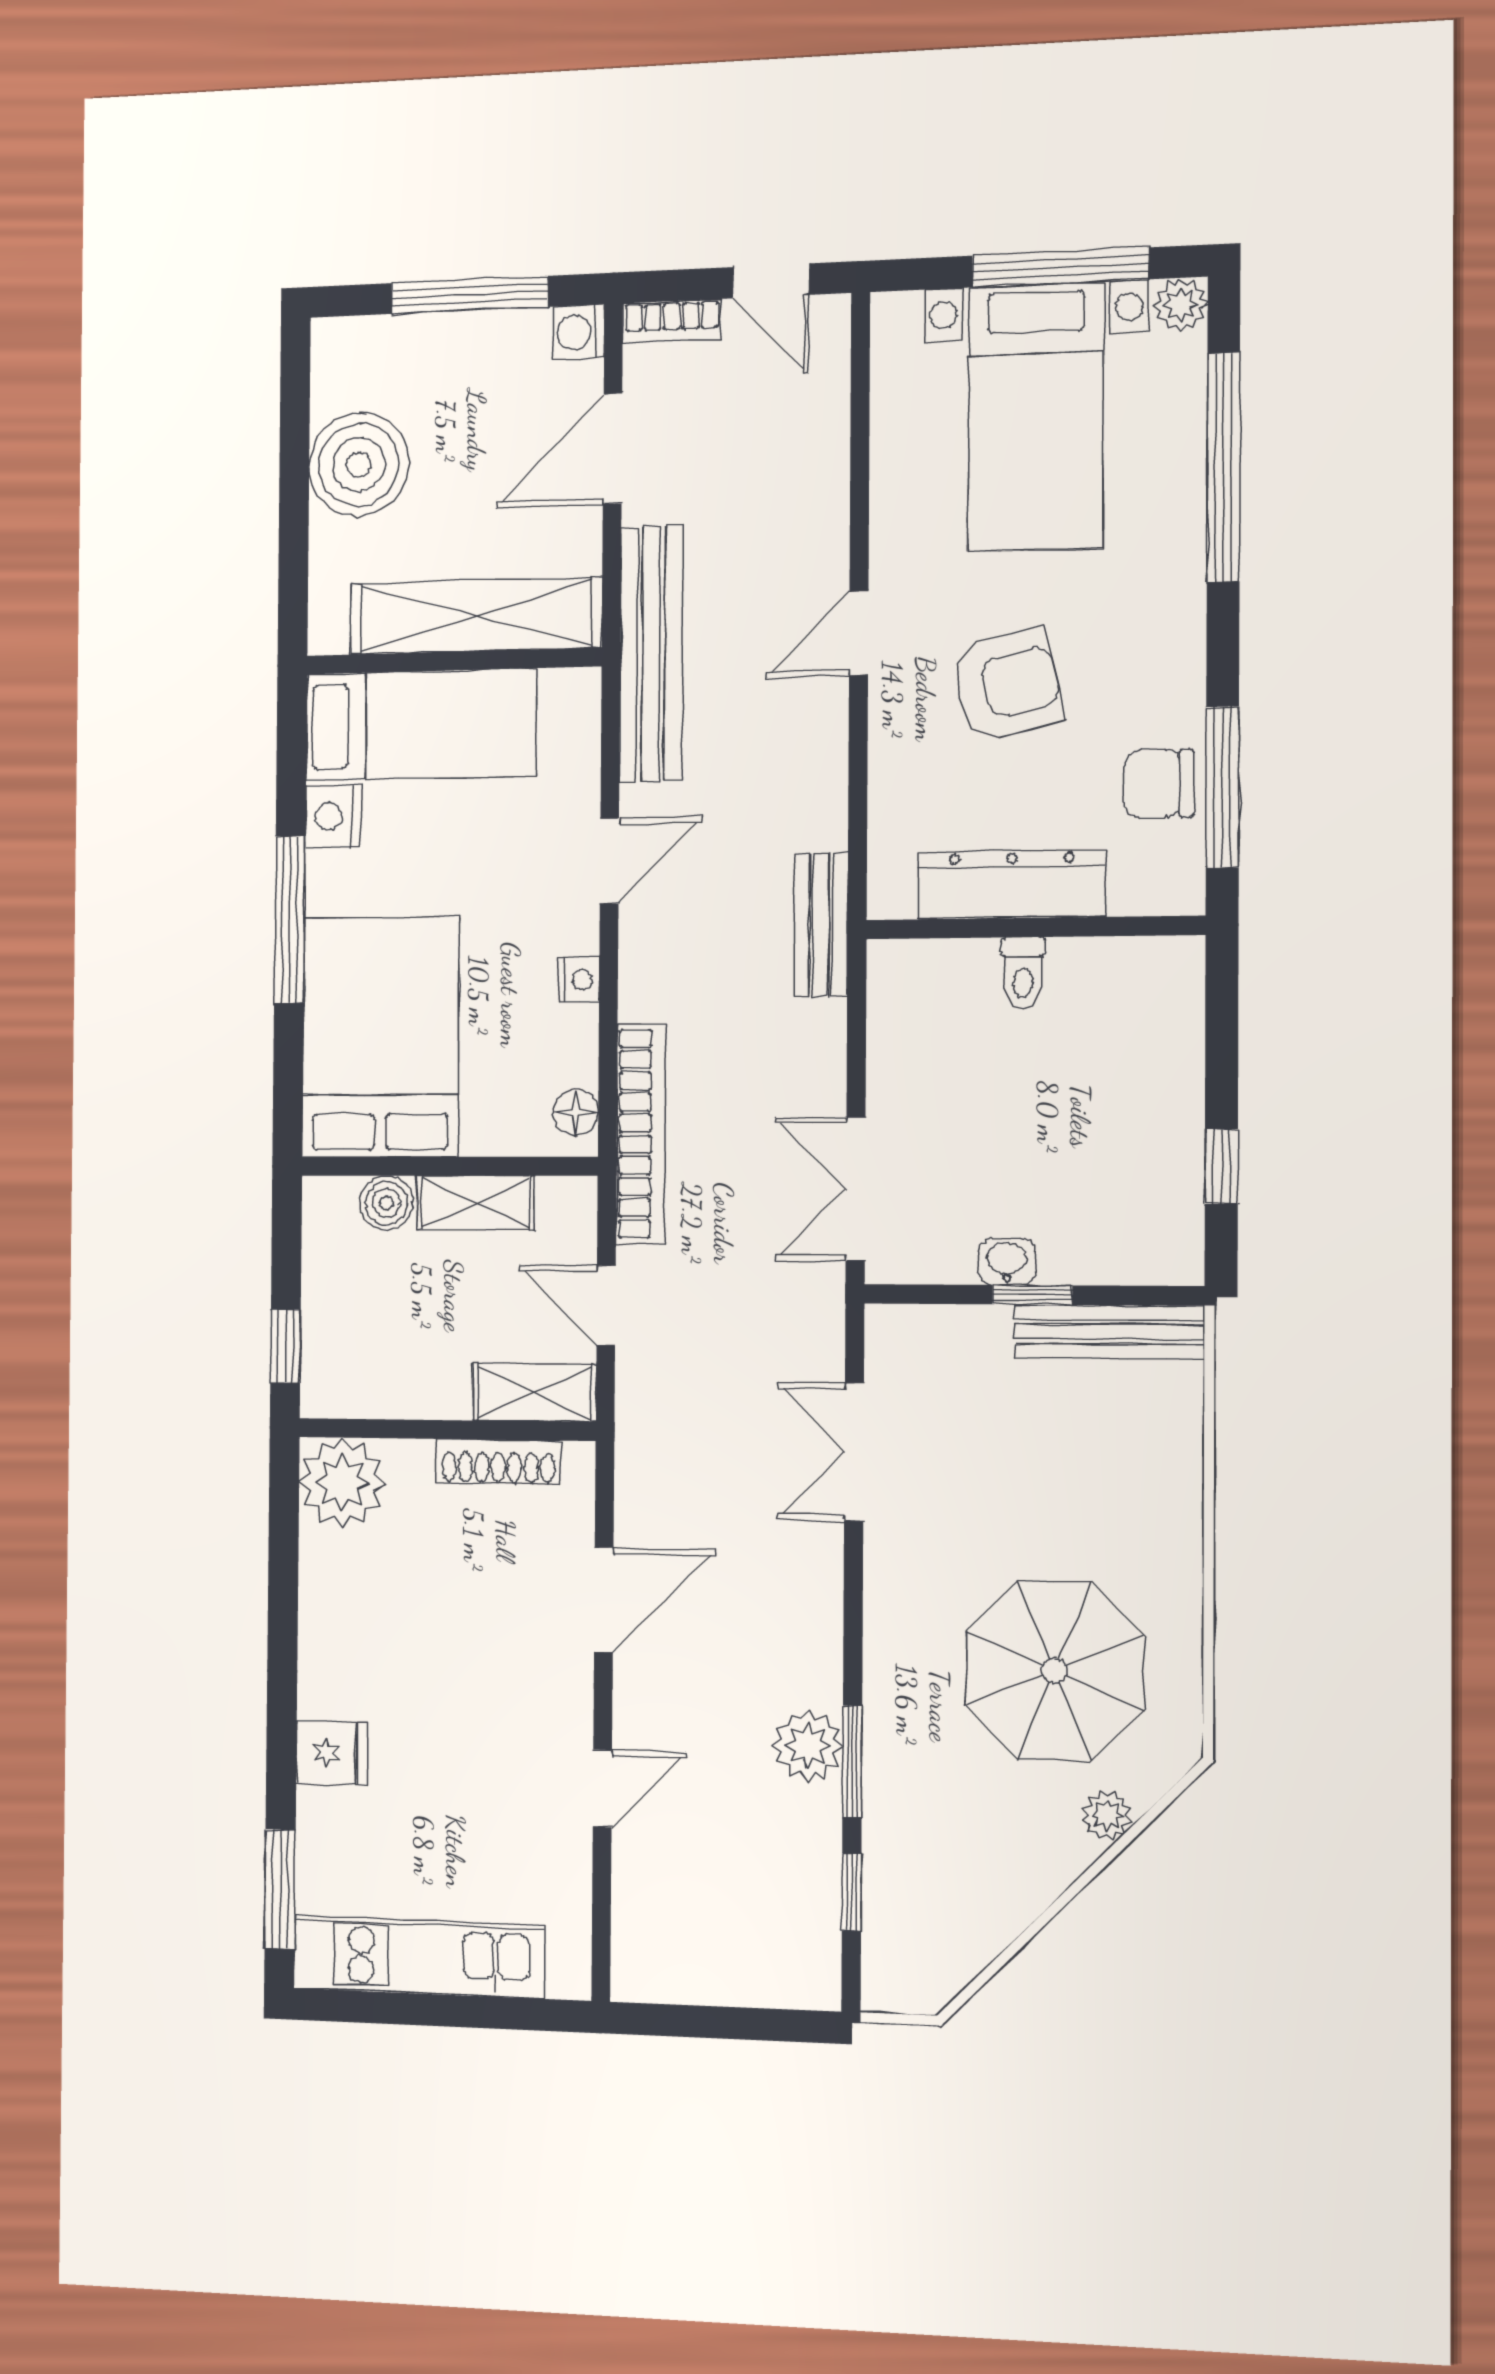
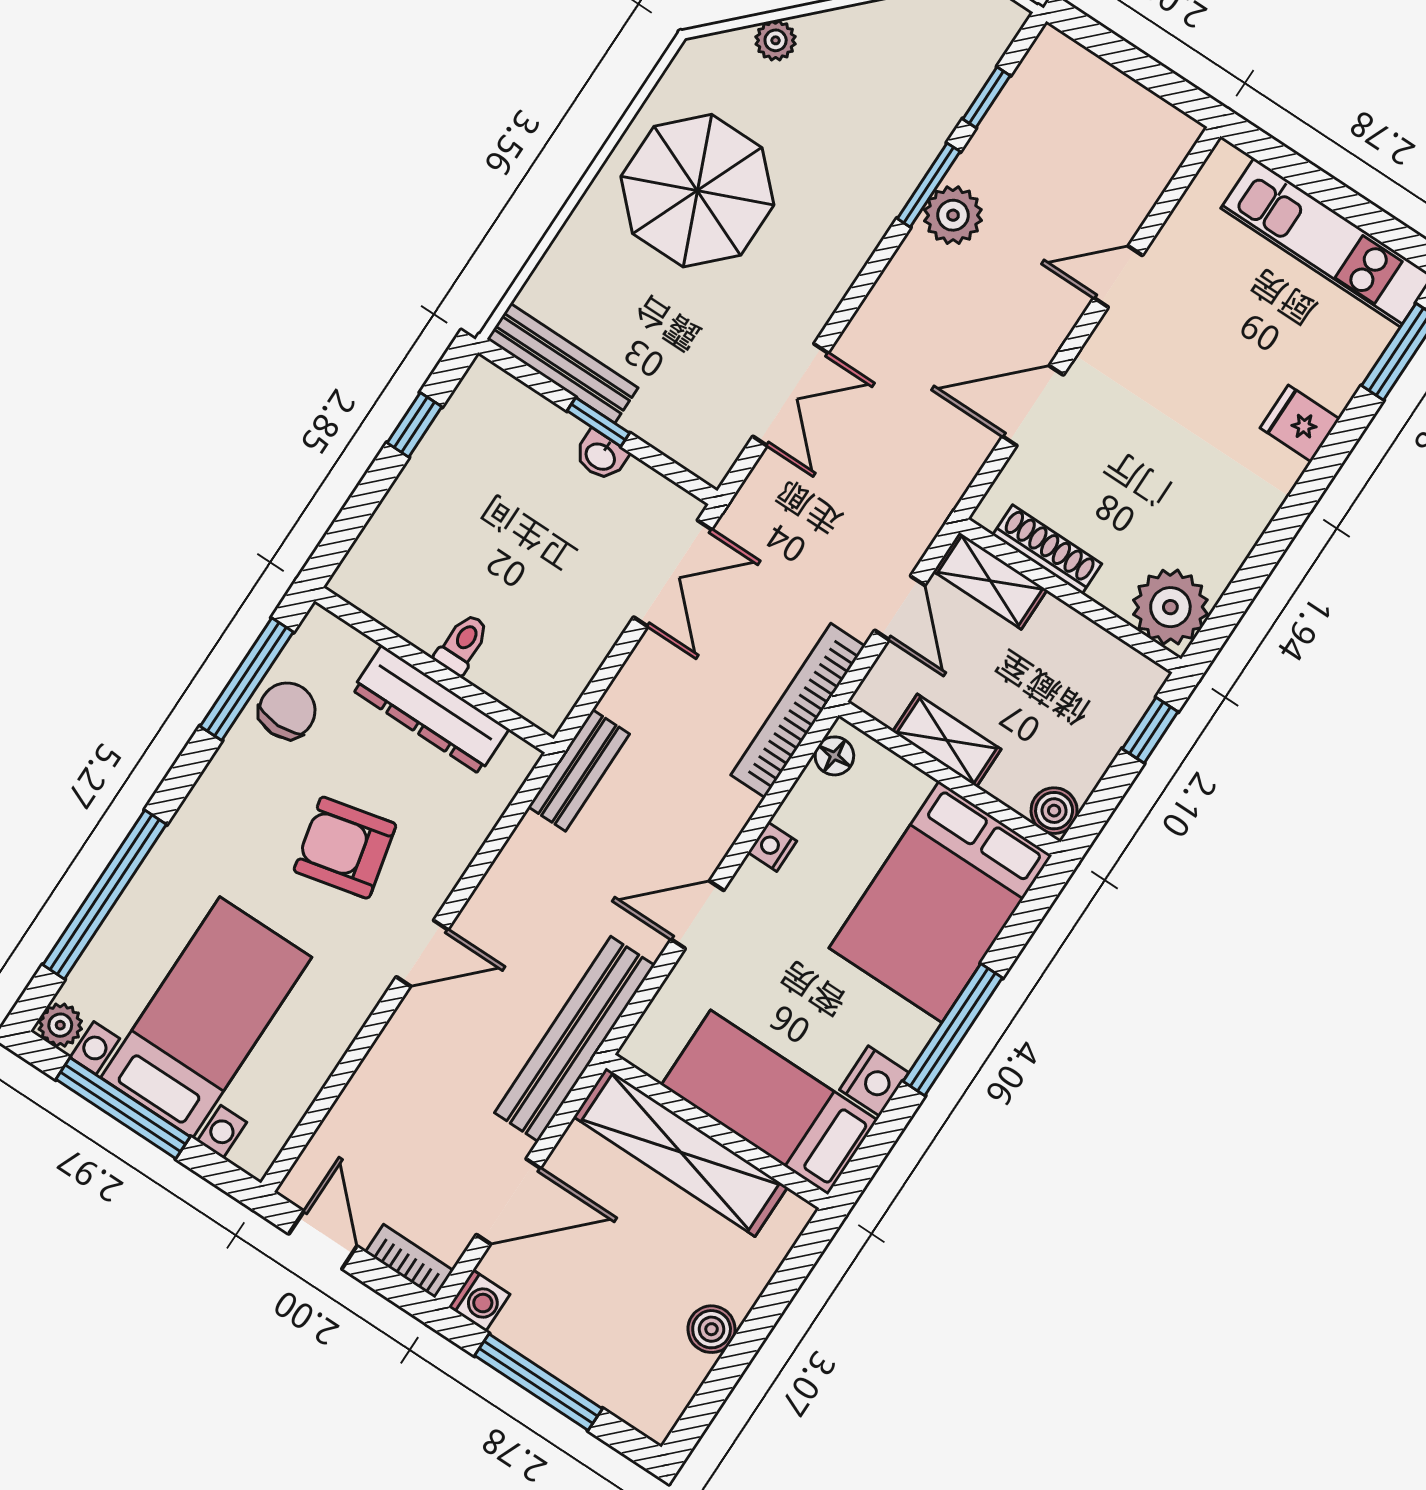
boiler: (359, 465) -> (712, 1329), width x0.54, depth x0.54
chair: (1159, 783) -> (287, 711), turned -90
boiler: (386, 1203) -> (1054, 811), moved
parasol: (1054, 1670) -> (697, 191), moved

